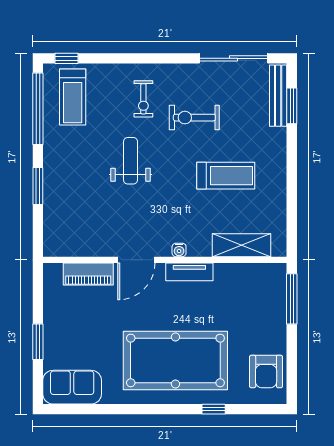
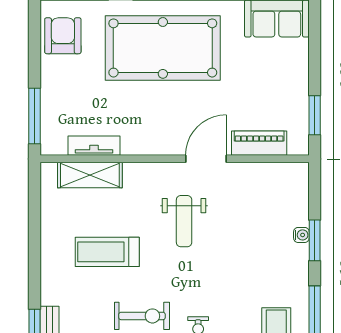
weight bench: (131, 161) -> (184, 221), moved
water cooler: (179, 250) -> (301, 235), moved, turned 90
tv unit: (189, 272) -> (94, 146), moved
window: (38, 342) -> (315, 115), moved

